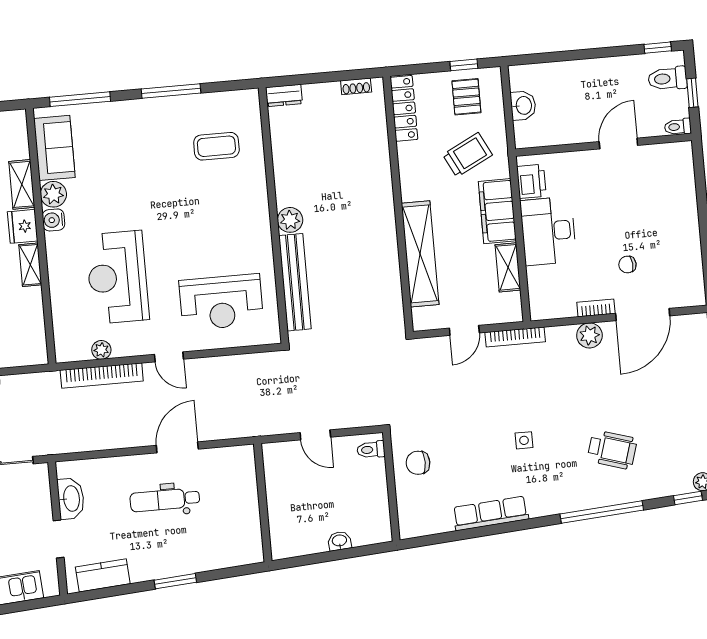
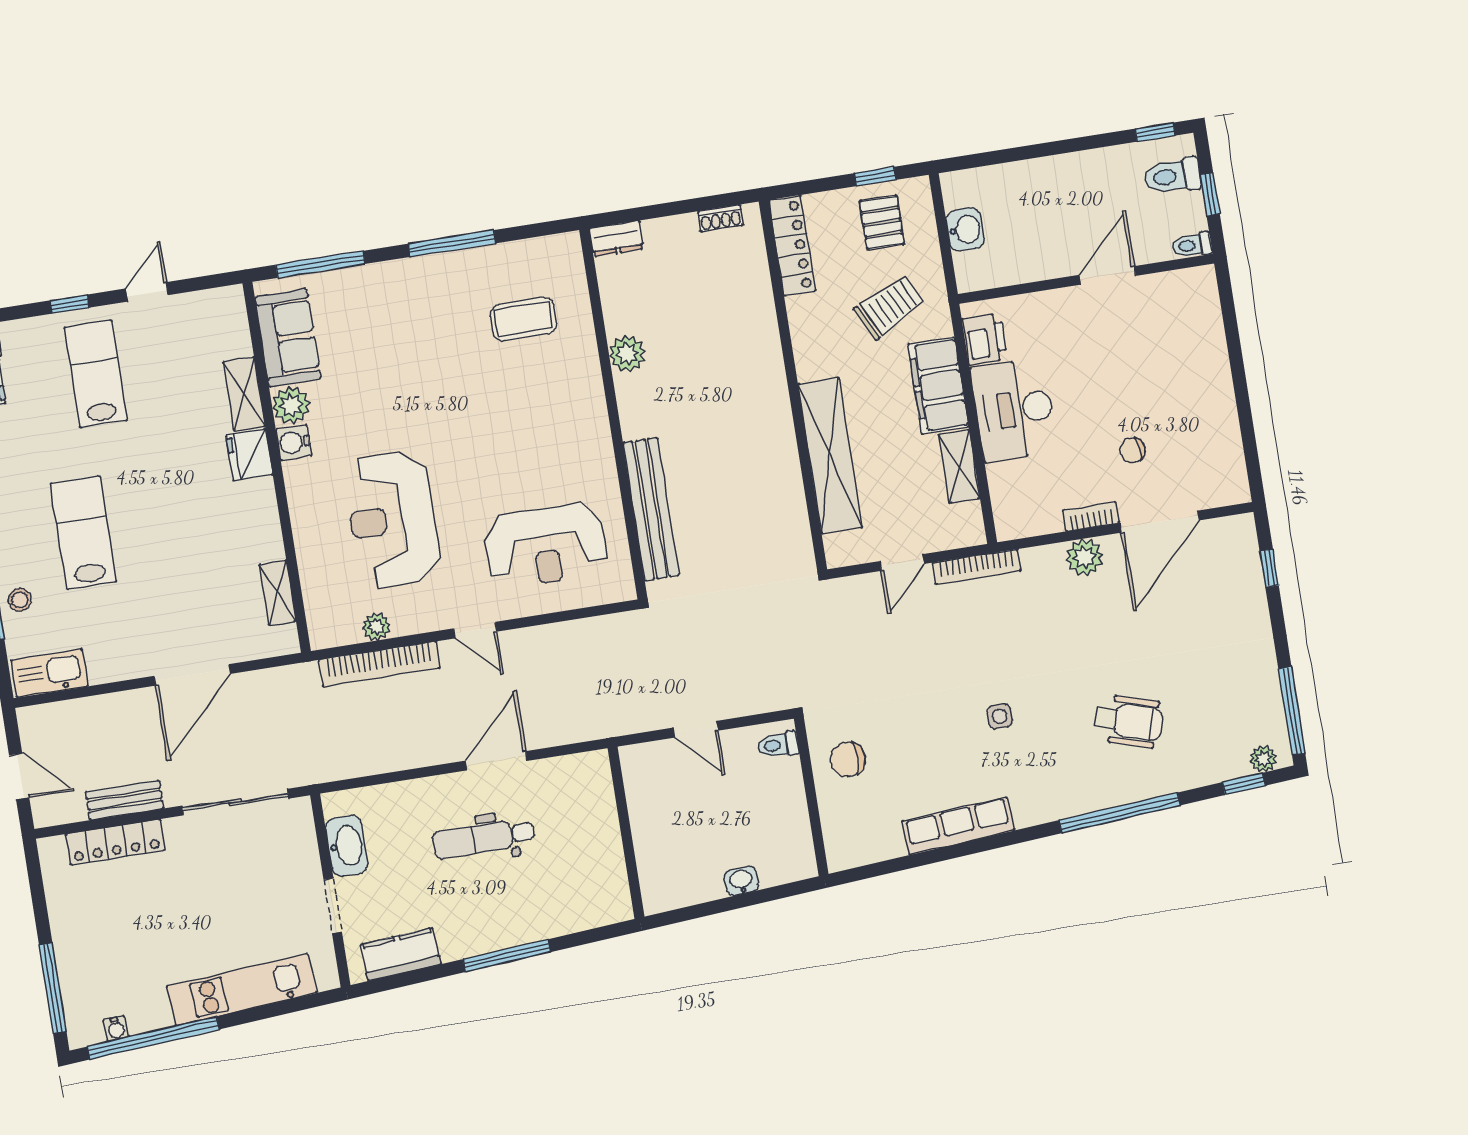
plant: (290, 220) -> (627, 354), moved
shelving: (30, 265) -> (278, 593), moved
window: (175, 581) -> (507, 956), width x1.44

